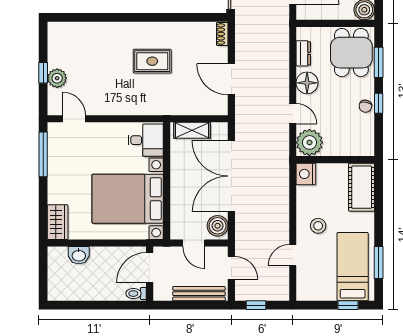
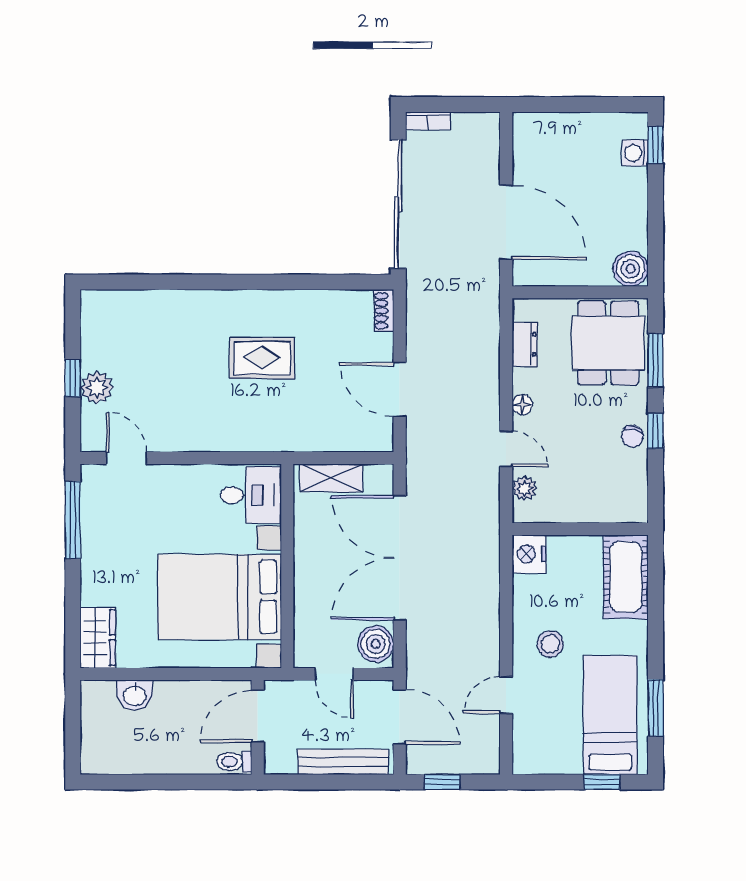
floor lamp: (307, 83) -> (522, 405), width x0.53, depth x0.53
plant: (309, 142) -> (524, 488), width x0.53, depth x0.53
door: (231, 268) -> (400, 717), width x1.38

